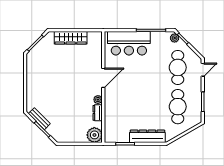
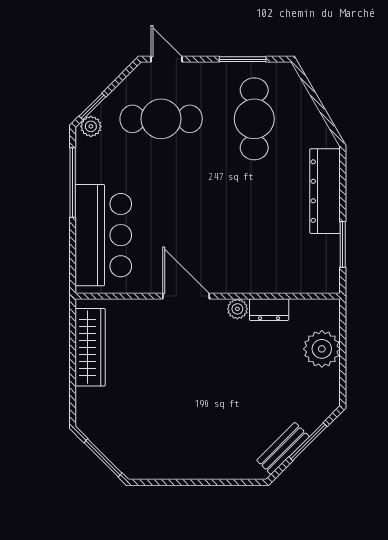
wardrobe: (71, 38) -> (90, 347), moved
cafe table: (178, 107) -> (254, 119), turned 90
plant: (94, 135) -> (322, 349), moved

